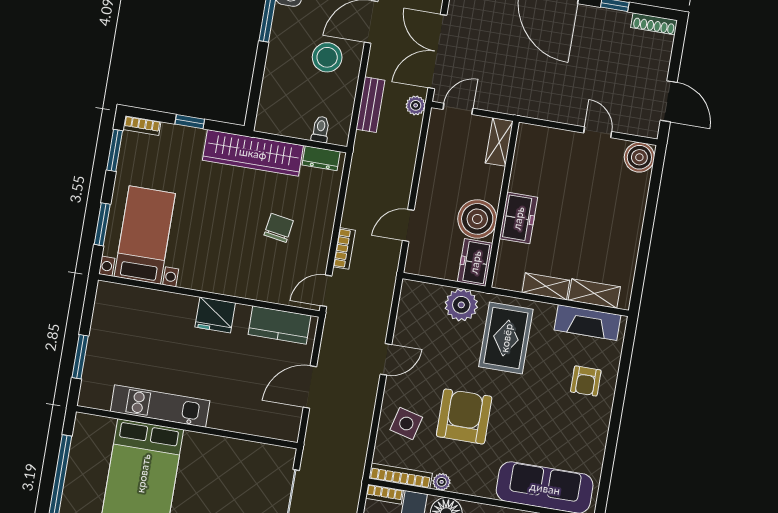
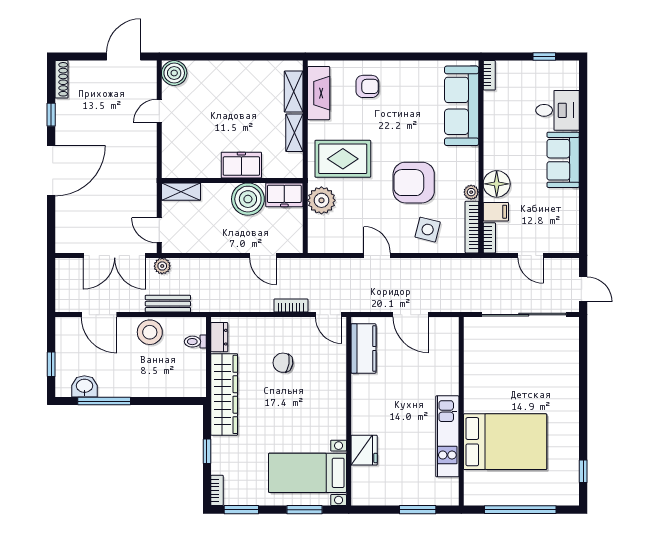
stool: (327, 57) -> (150, 332), moved
fridge: (215, 315) -> (364, 450), moved

